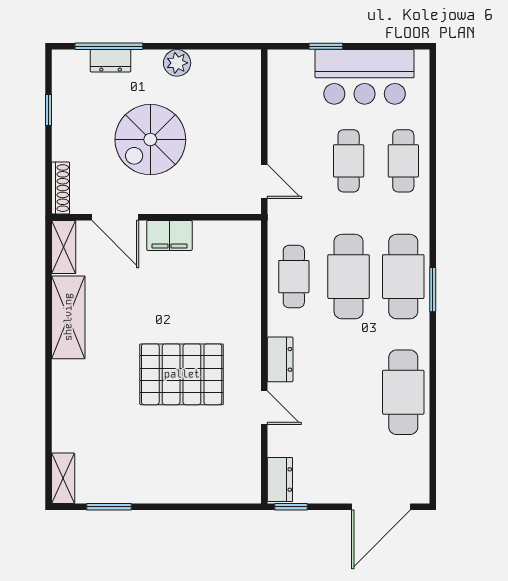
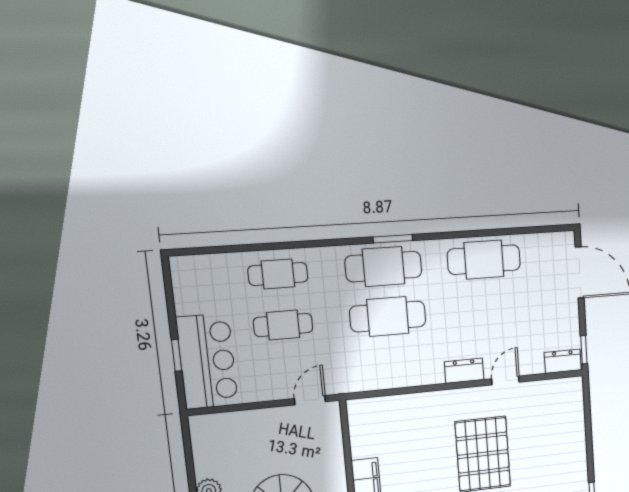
bar counter: (365, 77) -> (207, 361), moved
cafe table: (294, 277) -> (392, 366), removed

